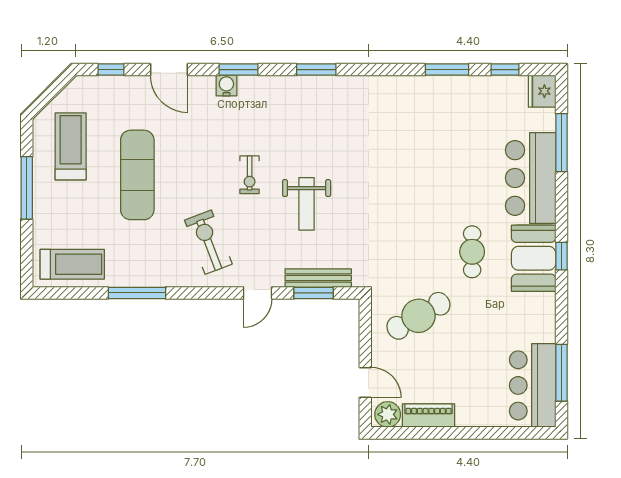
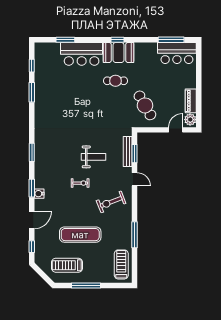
fridge: (542, 91) -> (42, 49), removed
window: (561, 143) -> (65, 40), width x0.69

